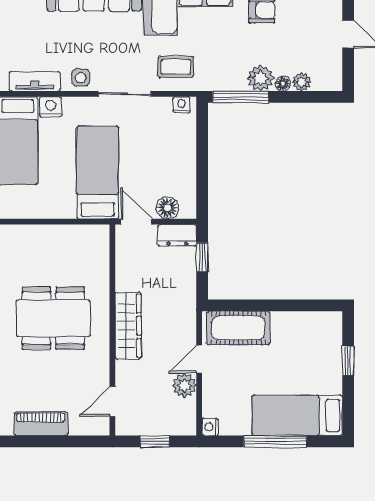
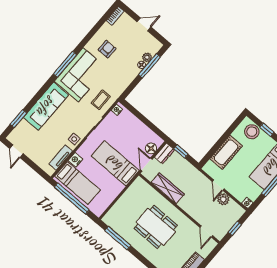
plant: (260, 78) -> (132, 72), removed
window: (241, 97) -> (149, 66), moved
door: (136, 222) -> (146, 165), hinge flipped
dining table: (53, 318) -> (156, 227), turned 90
wardrobe: (128, 326) -> (168, 188), moved
cot: (238, 328) -> (226, 152), moved
stool: (325, 340) -> (252, 132), added

